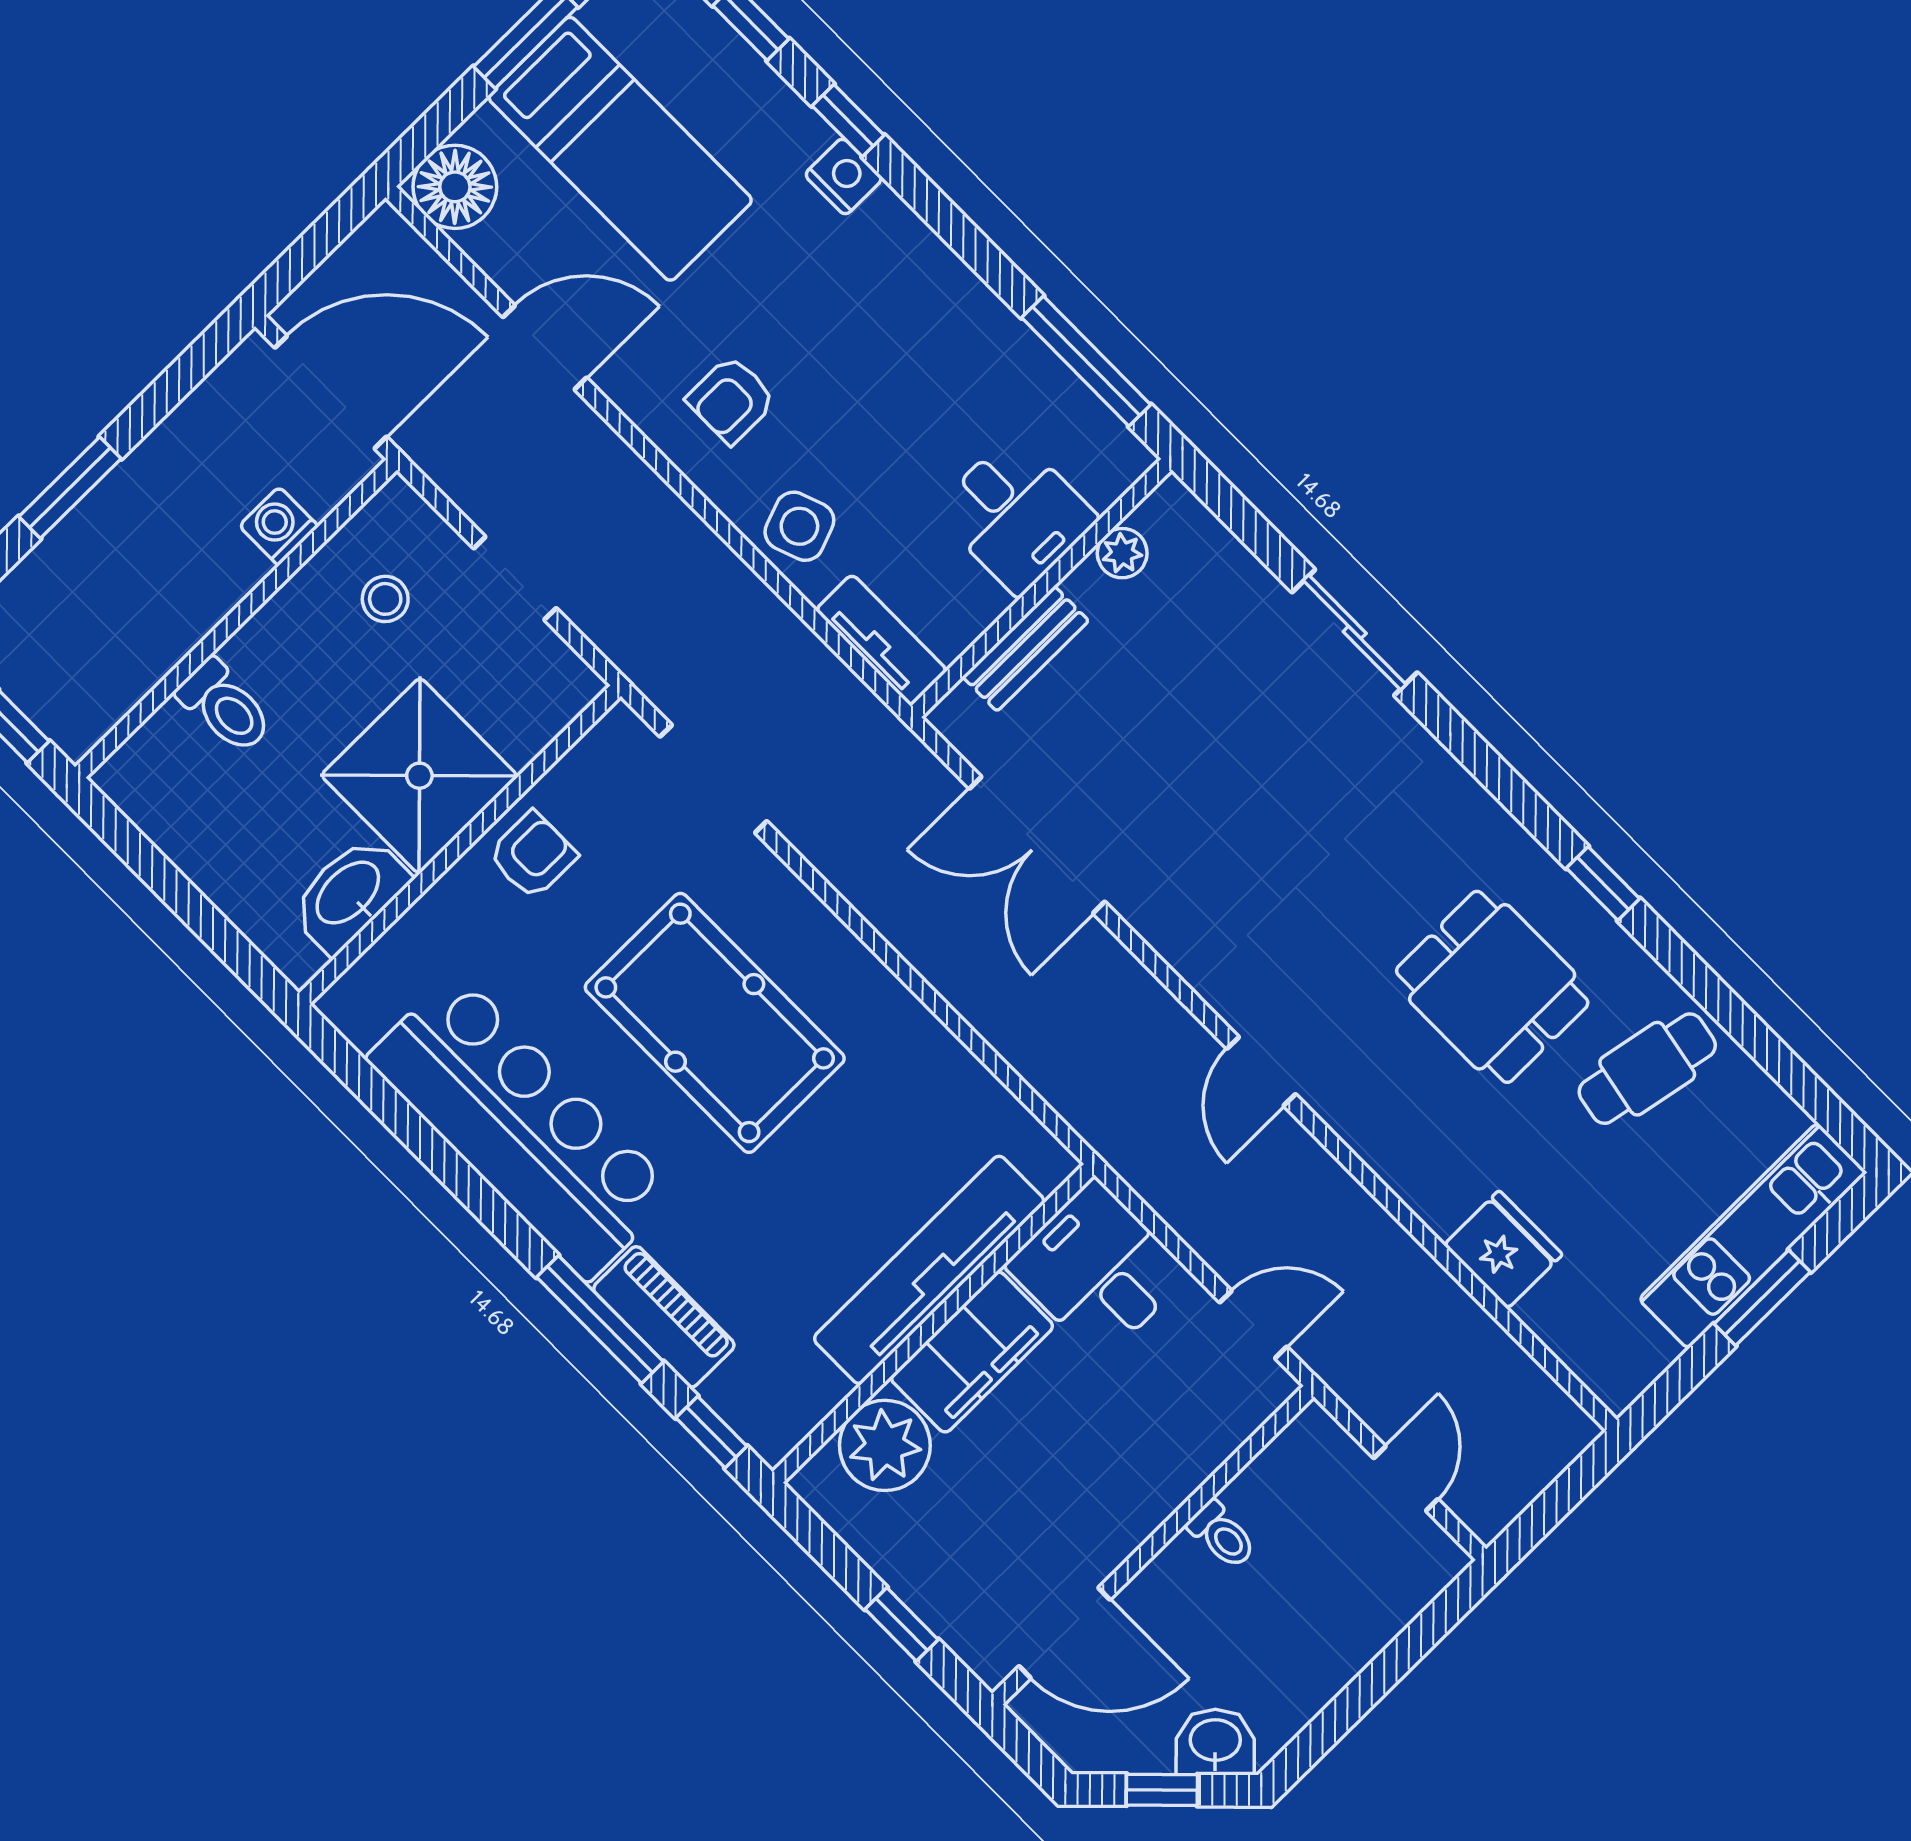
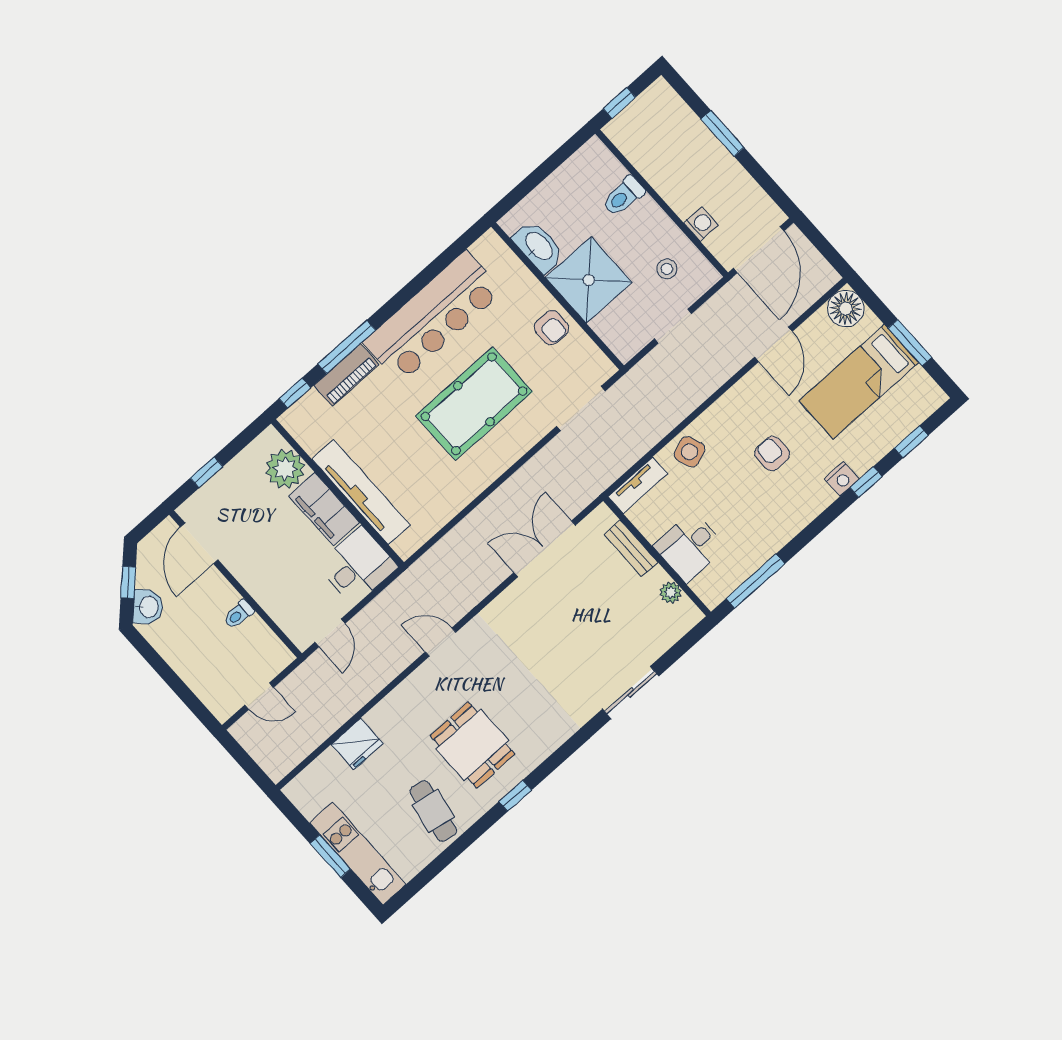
armchair: (731, 400) -> (772, 454), moved
dining table: (1492, 987) -> (472, 745), turned 90

